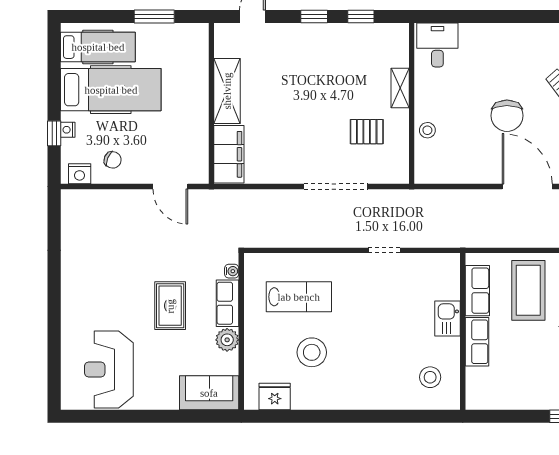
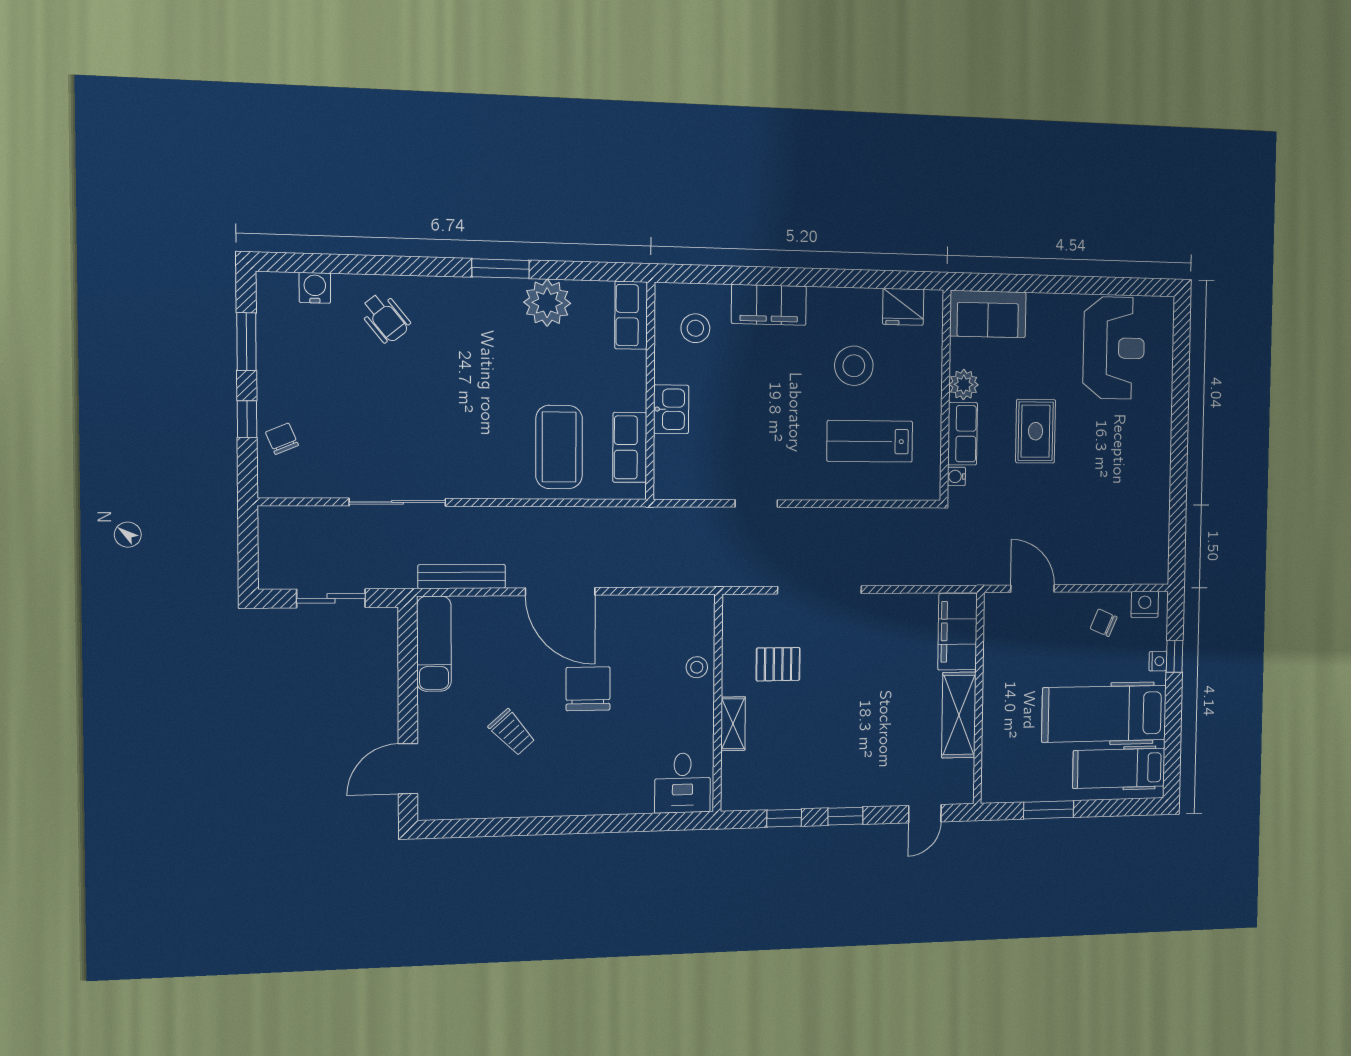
row of seats: (477, 342) -> (631, 315), moved
plant: (537, 393) -> (547, 303), added
filing cabinet: (376, 395) -> (769, 305), added

